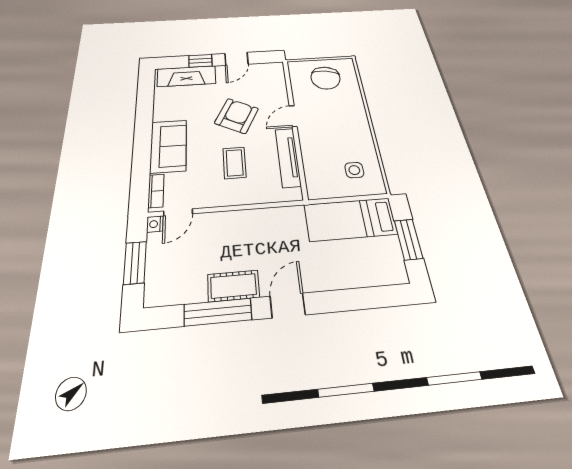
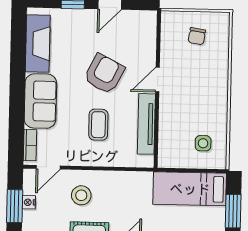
fireplace: (186, 76) -> (38, 44), moved, turned -90
chair: (326, 78) -> (197, 36), width x0.54, depth x0.54
nightstand: (155, 224) -> (29, 202), moved
stool: (220, 240) -> (81, 195), added

